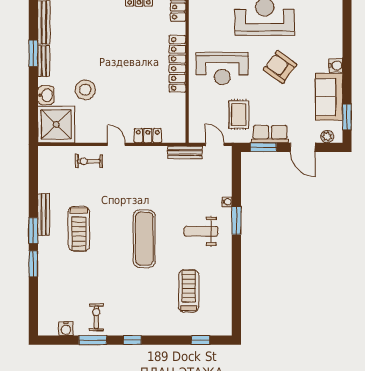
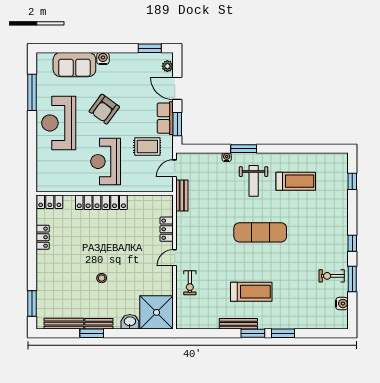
reception desk: (222, 68) -> (106, 162), turned 180
stool: (85, 90) -> (102, 278), moved, width x0.53, depth x0.53
sofa: (329, 97) -> (74, 65), moved
door: (303, 147) -> (177, 88), swing flipped
treadmill: (189, 291) -> (296, 181), moved, turned 180

